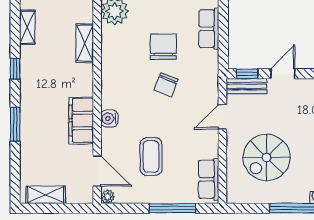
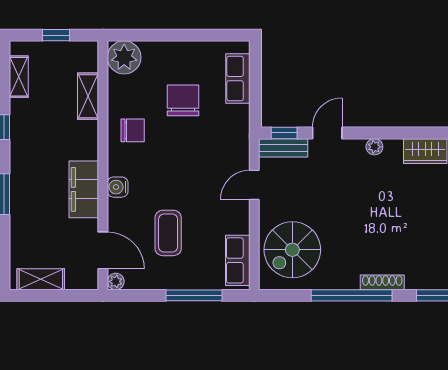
chair: (166, 85) -> (133, 130), moved, turned -112
spiral stairs: (267, 157) -> (292, 250), moved

